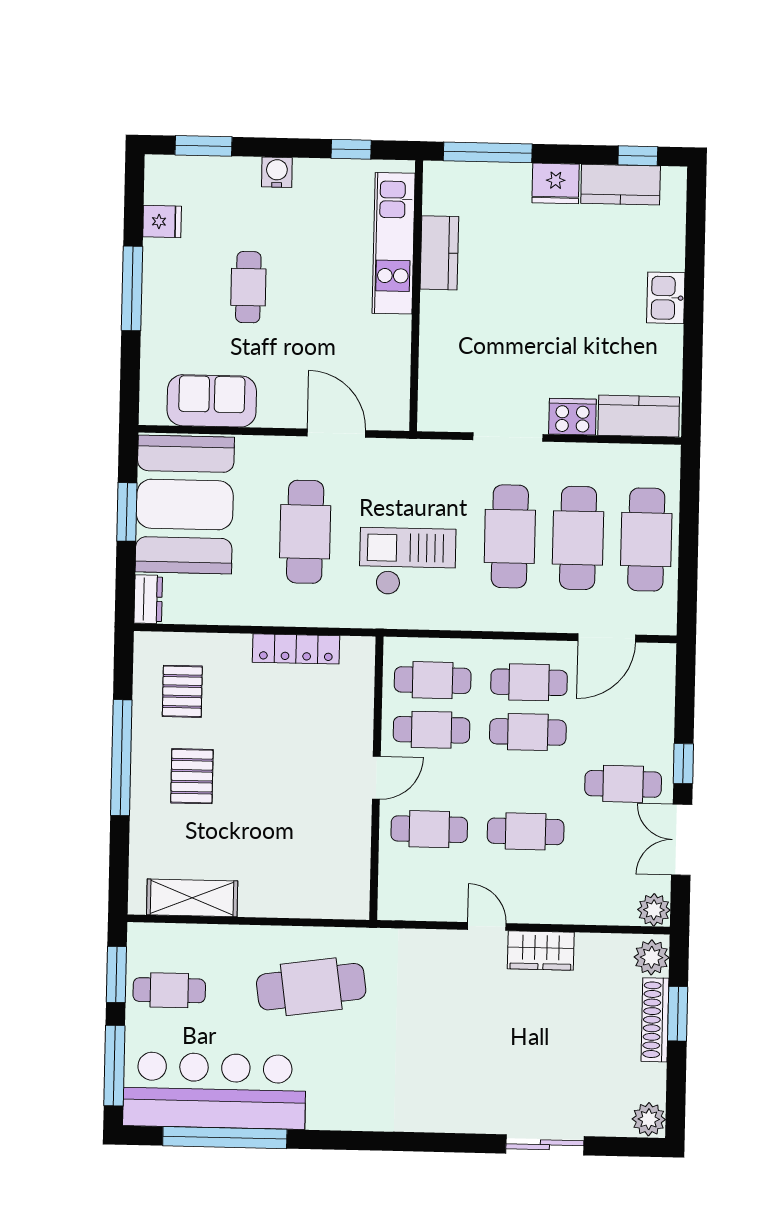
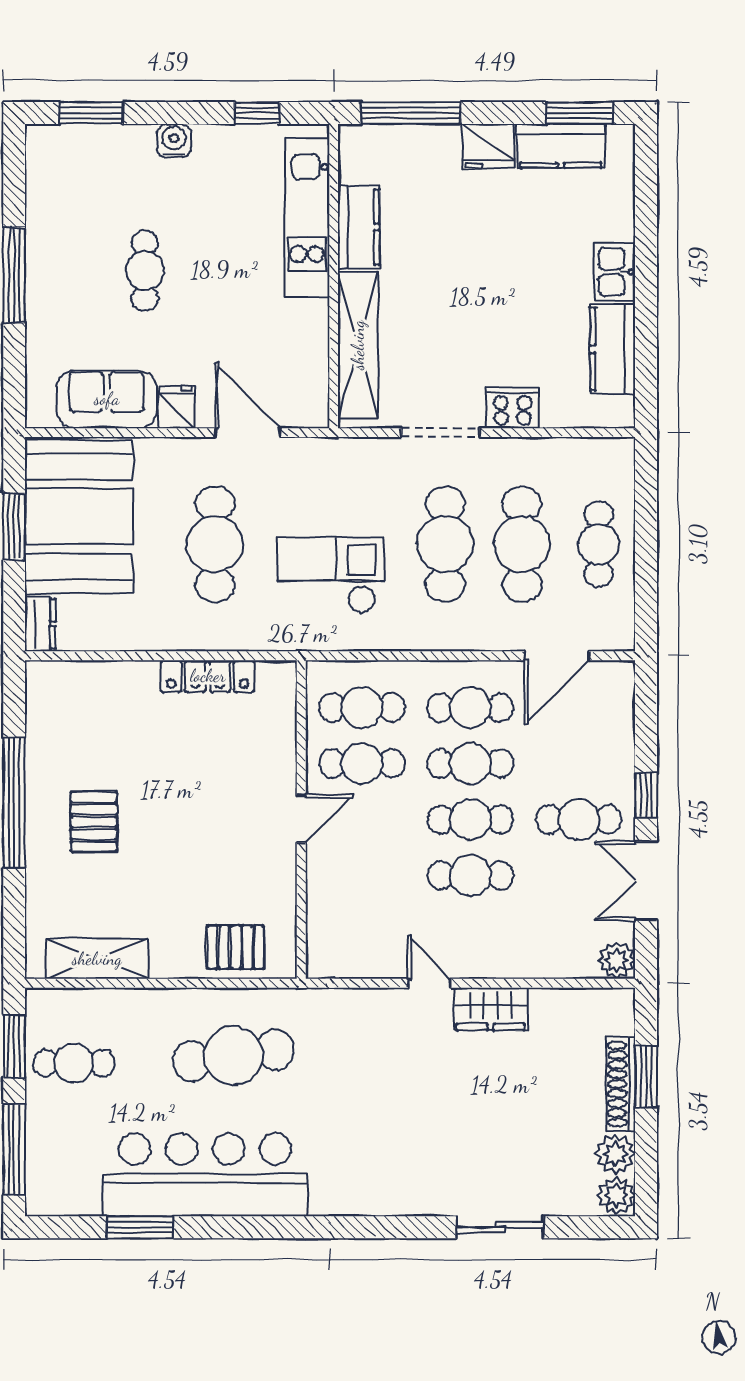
window: (638, 156) -> (579, 113), width x1.50
fridge: (162, 221) -> (177, 407), moved, turned -90
shelving: (436, 358) -> (358, 345), added
kitchen counter: (639, 416) -> (613, 349), moved, turned -90
cafe table: (646, 539) -> (599, 544), width x0.73, depth x0.74
pallet: (182, 691) -> (236, 947), moved, turned 90
cafe table: (429, 829) -> (470, 819), moved
plant: (652, 957) -> (615, 1154), moved
bar counter: (214, 1091) -> (205, 1175), moved
window: (225, 1138) -> (140, 1227), width x0.47

